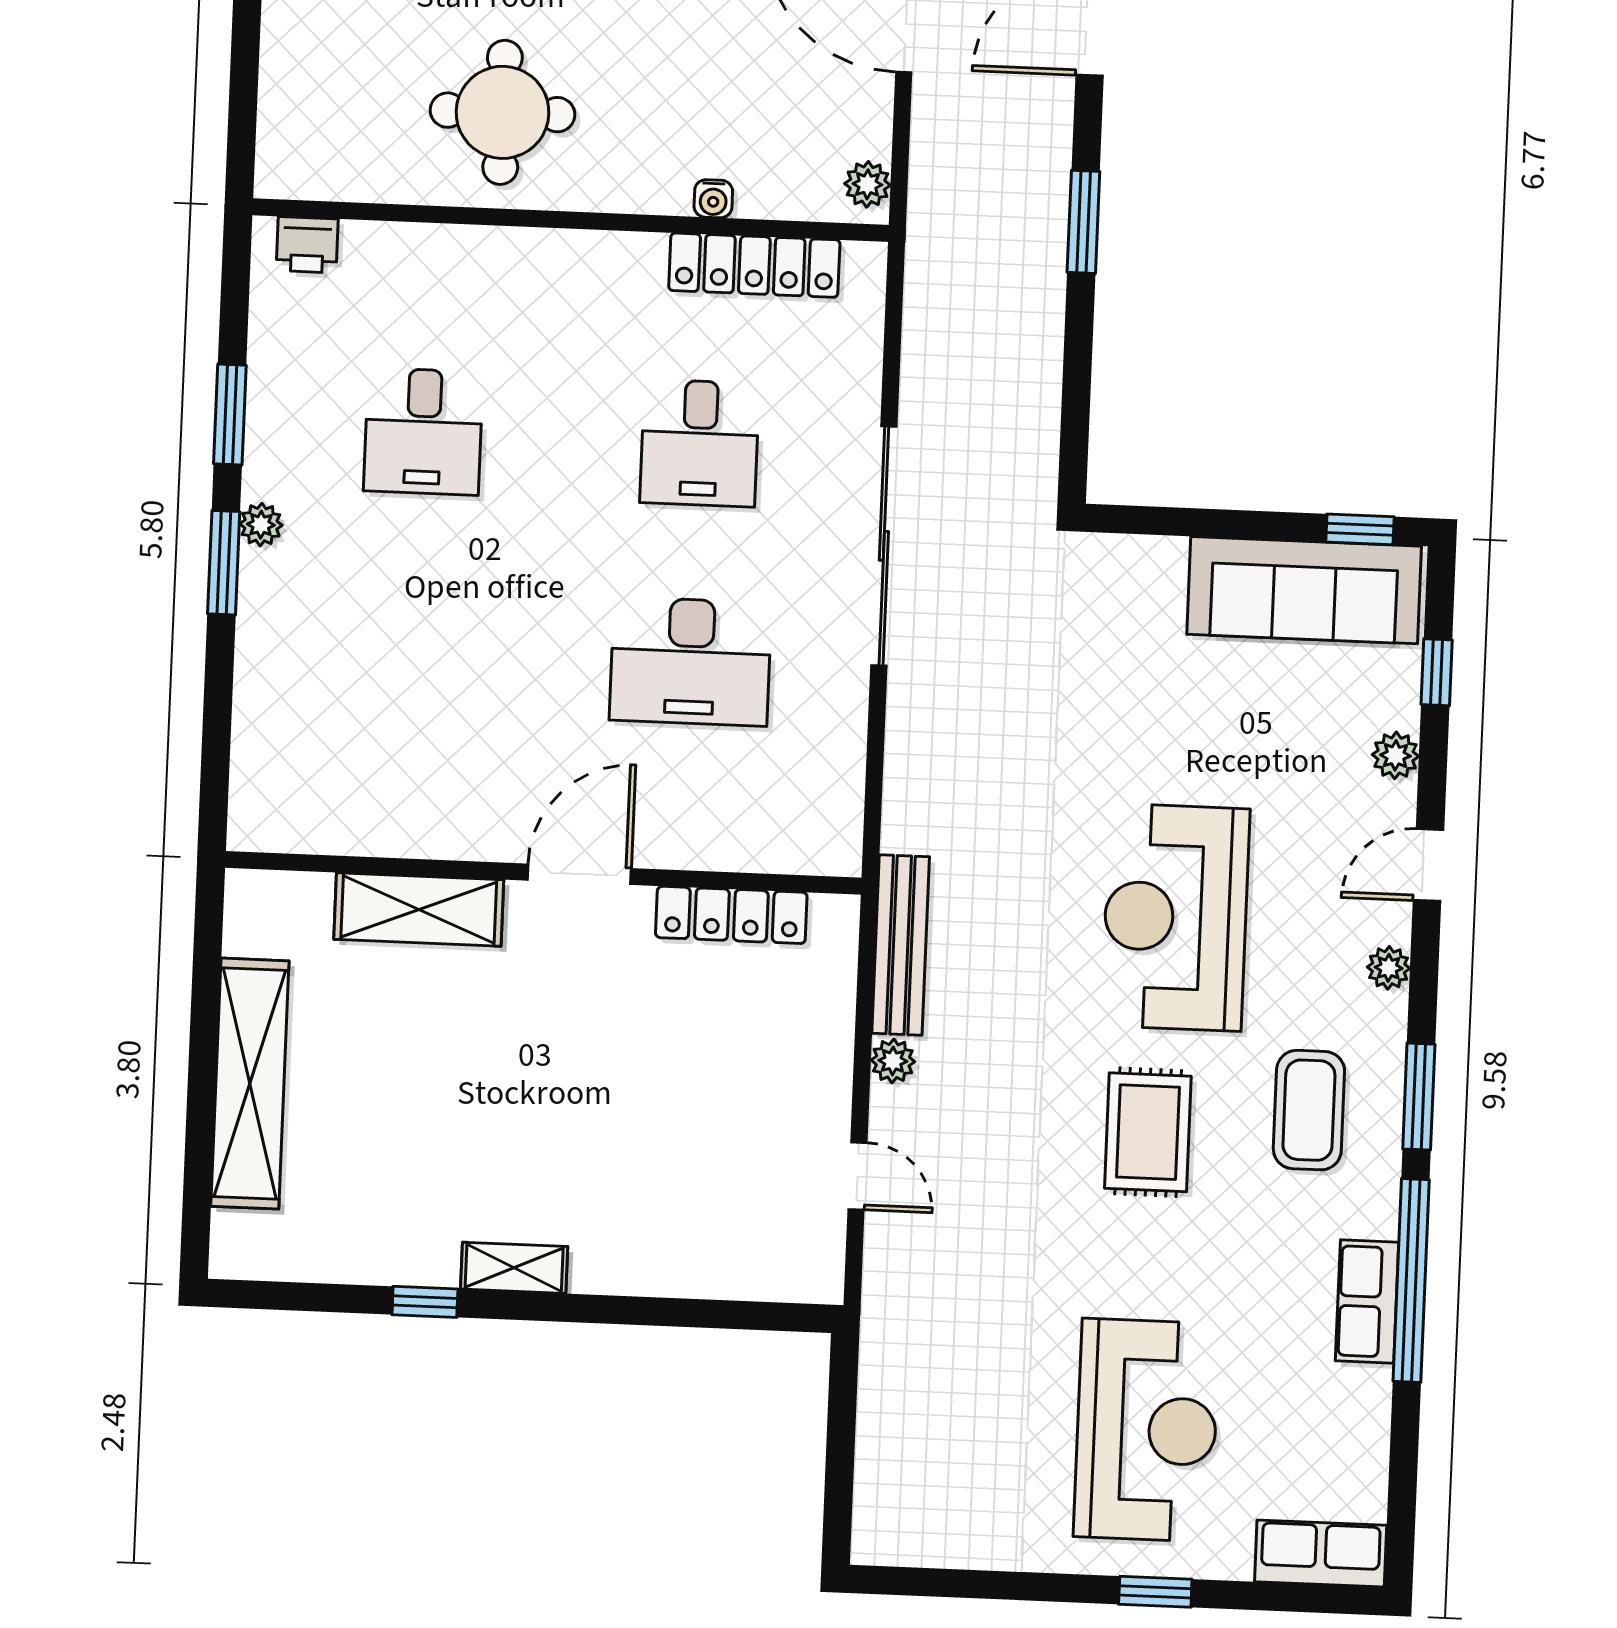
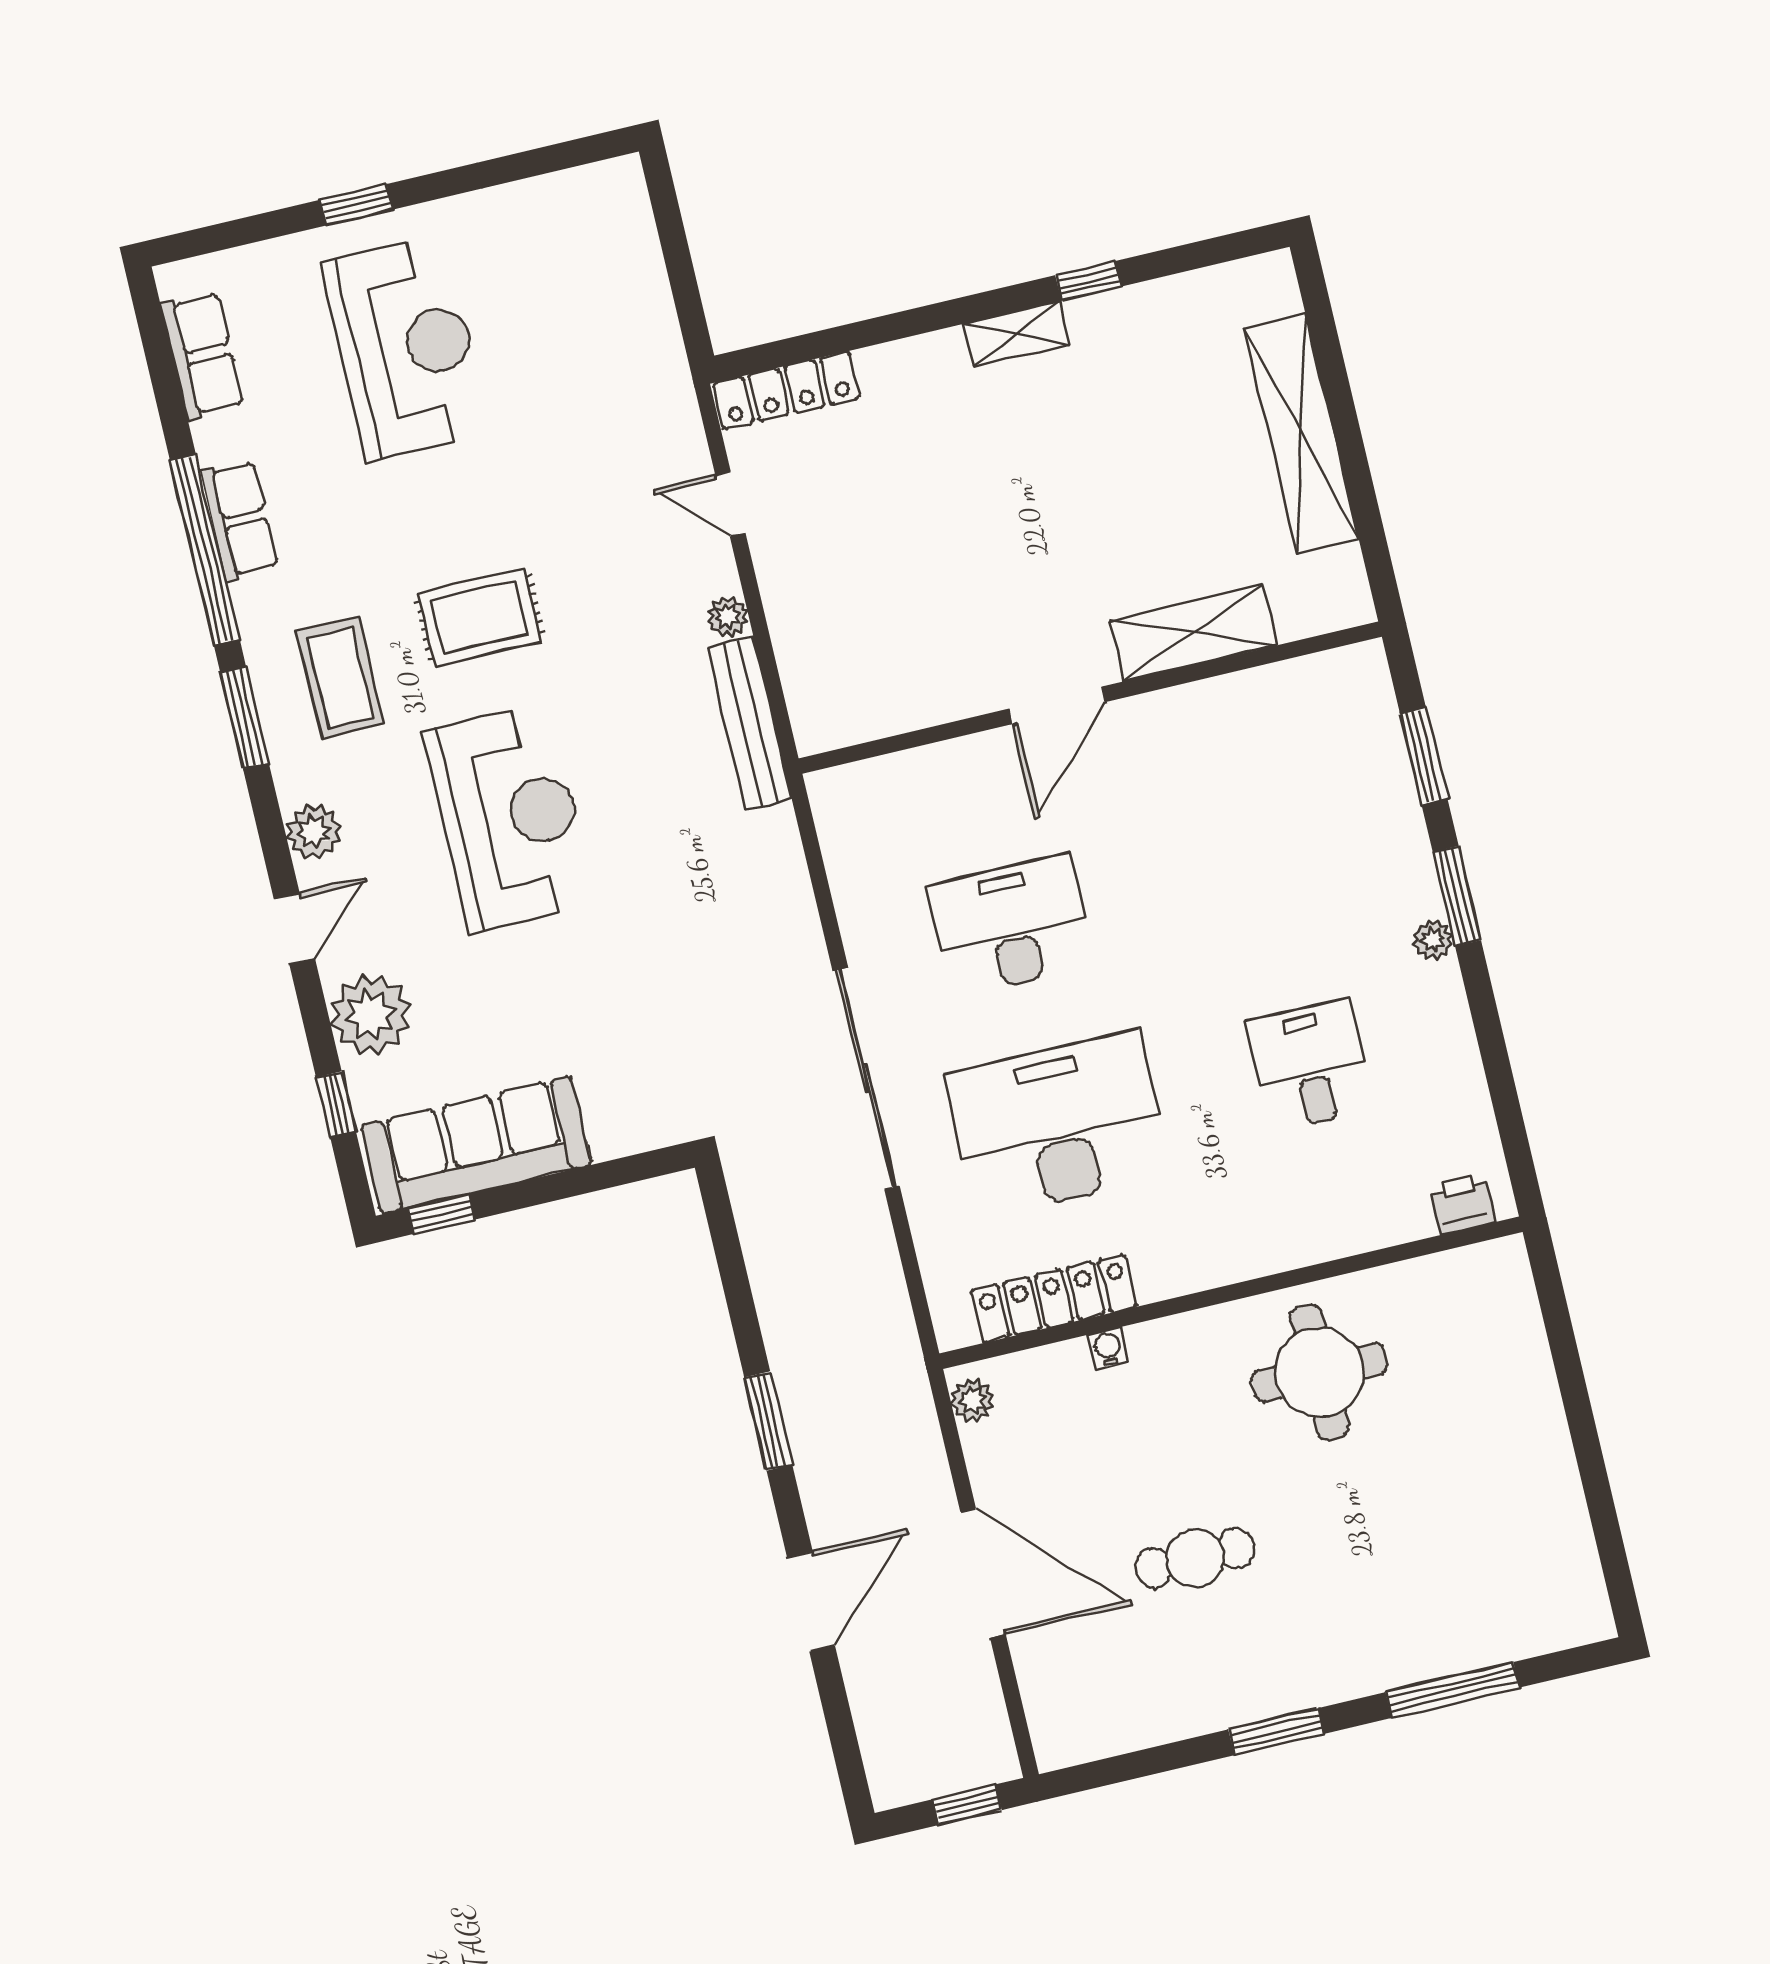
window: (230, 415) -> (1424, 756), moved
desk: (700, 443) -> (1058, 1124), width x1.87, depth x1.30
plant: (1395, 755) -> (371, 1015), width x1.88, depth x1.88
locker: (731, 915) -> (787, 391), moved, turned 180
plant: (1389, 968) -> (313, 832), width x1.38, depth x1.38
rug: (1148, 1132) -> (480, 617), turned 90
reception desk: (1146, 1430) -> (405, 348), turned 180
row of seats: (1321, 1554) -> (202, 355), moved, turned -90

